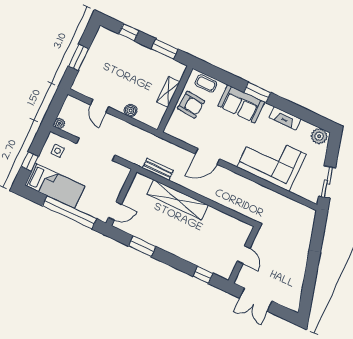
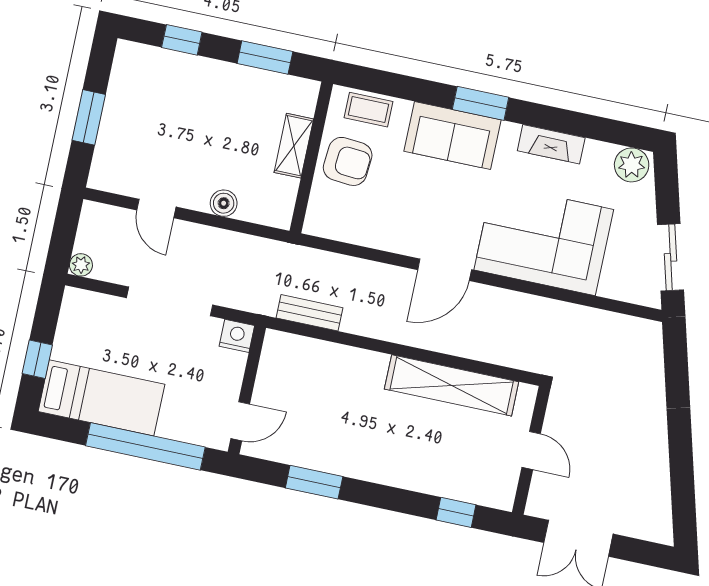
side table: (58, 151) -> (90, 323), removed
door: (207, 156) -> (445, 270), moved
nightstand: (123, 172) -> (237, 336), added
shelving: (178, 200) -> (452, 385), moved

